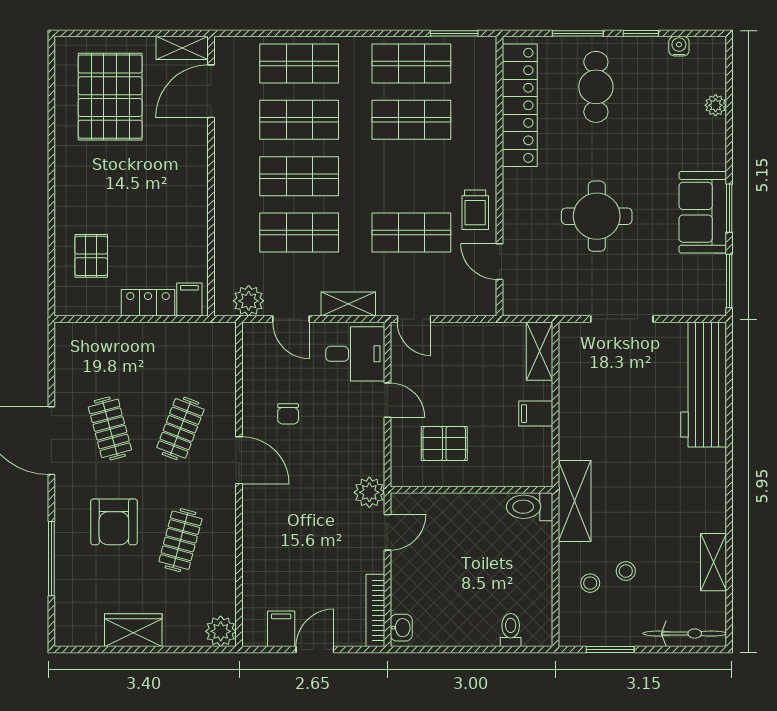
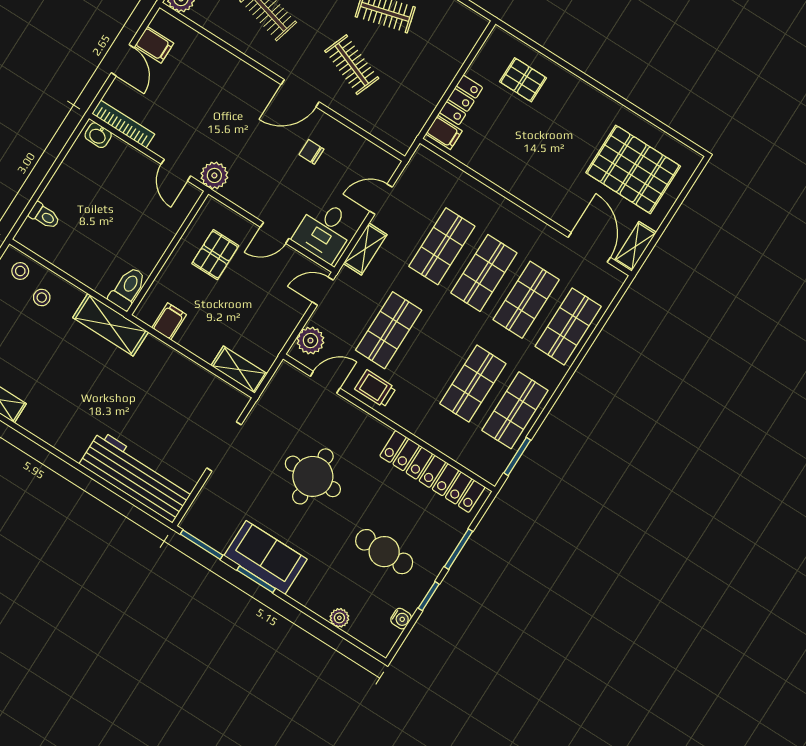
cafe table: (596, 87) -> (384, 552), moved
plant: (249, 301) -> (310, 341), moved
filing cabinet: (536, 414) -> (169, 321), moved
stool: (626, 571) -> (20, 271), moved

